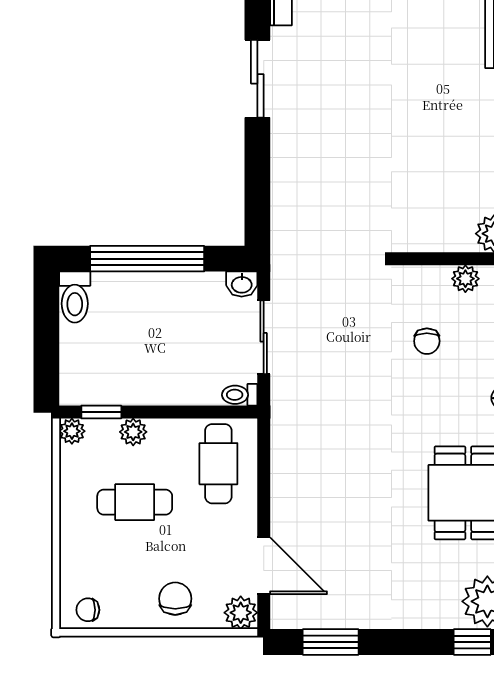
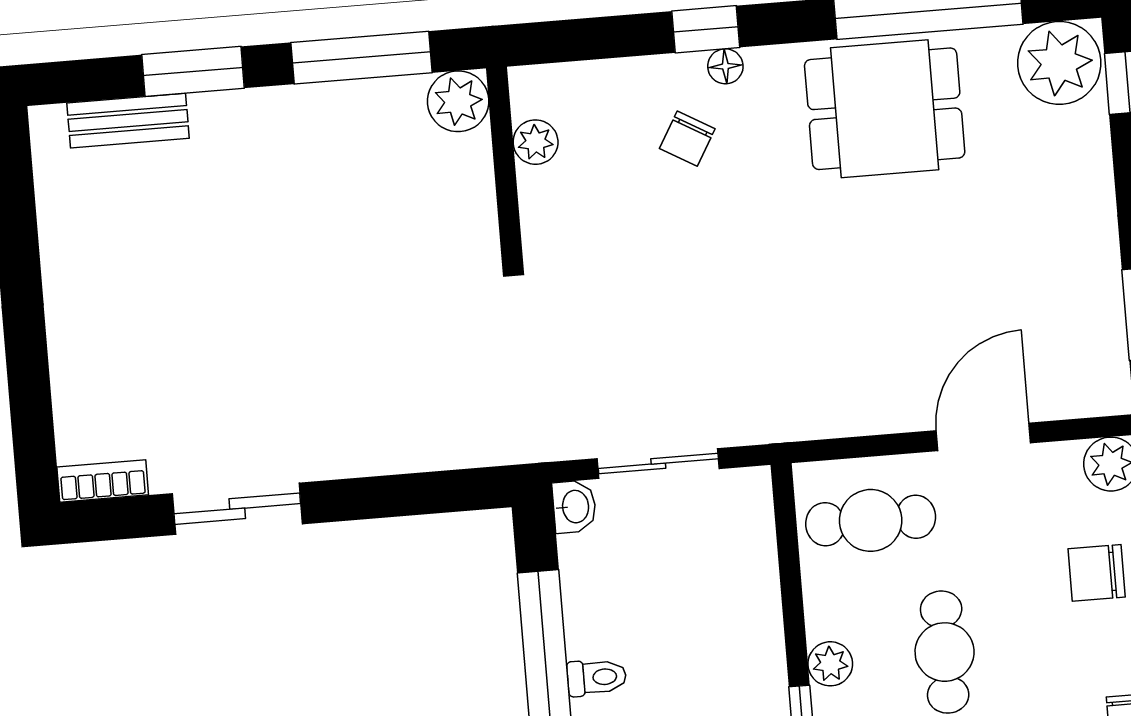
chair: (427, 341) -> (687, 139), moved, turned 120
toilet: (240, 395) -> (597, 677), moved, turned -90
door: (264, 566) -> (983, 437), moved

